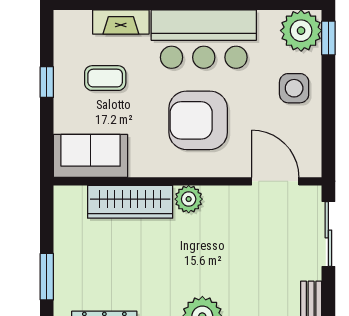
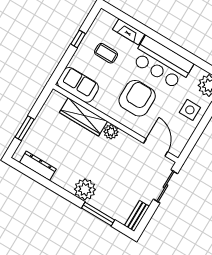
armchair: (198, 120) -> (137, 98), turned 90

